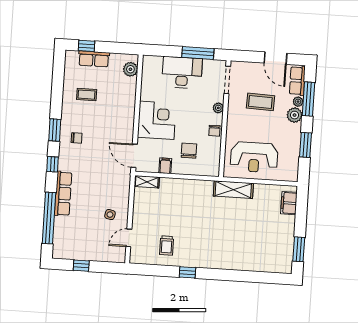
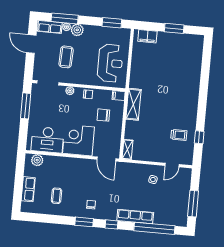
window: (86, 46) -> (18, 195), removed
door: (275, 58) -> (31, 44), swing flipped
desk: (182, 73) -> (47, 140), moved, turned -90
window: (305, 145) -> (112, 23), moved
door: (134, 156) -> (106, 159), hinge flipped
filing cabinet: (165, 166) -> (119, 96), moved
shelving: (233, 190) -> (133, 104), moved
door: (129, 238) -> (172, 165), hinge flipped
window: (299, 249) -> (174, 28), moved
window: (81, 266) -> (193, 204), width x2.17
window: (187, 272) -> (199, 137), moved

